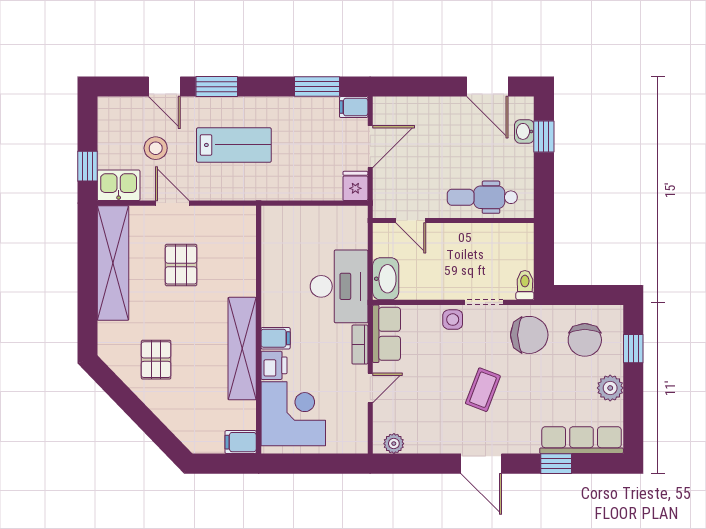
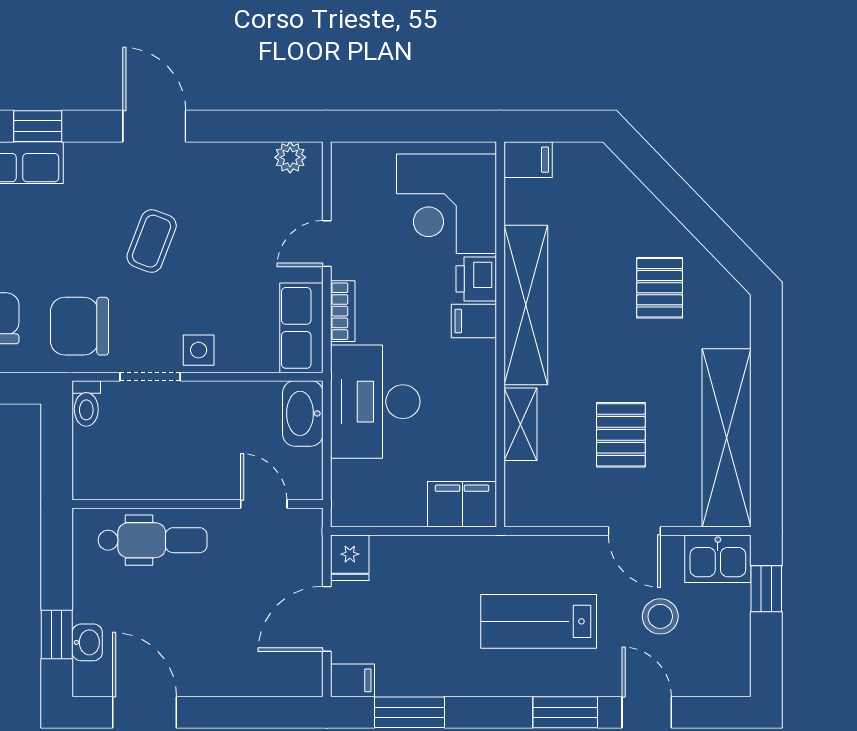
filing cabinet: (283, 220) -> (462, 504), added
shelving: (246, 272) -> (520, 424), added

